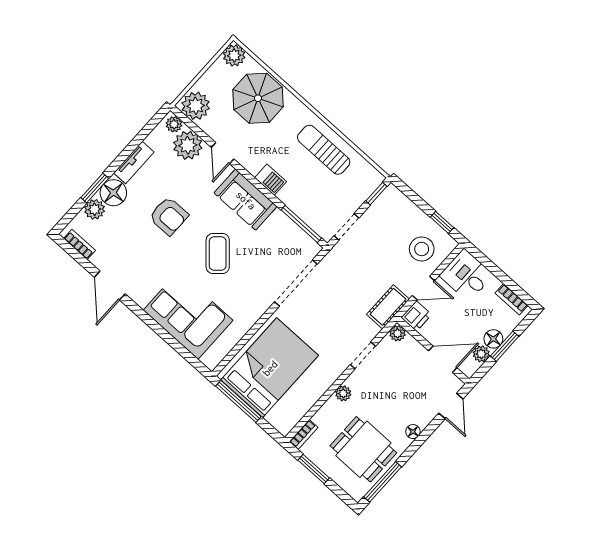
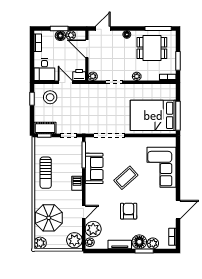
sofa: (246, 200) -> (94, 168), moved
cot: (388, 307) -> (45, 128), moved
dining table: (363, 449) -> (152, 48), turned 90

